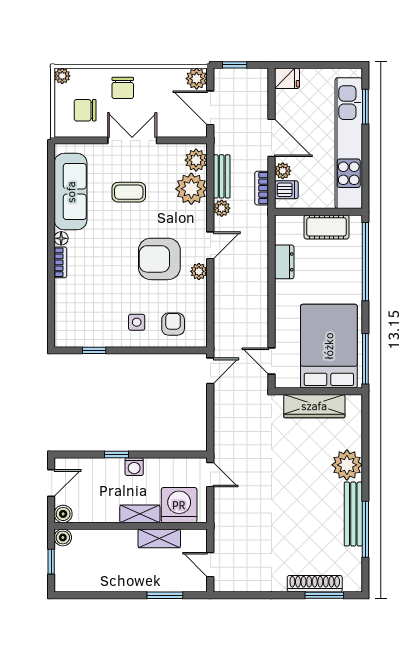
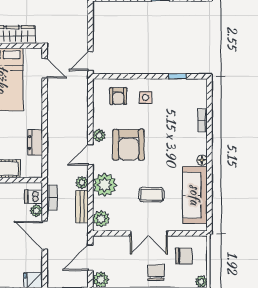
door: (210, 108) -> (90, 258), swing flipped
plant: (191, 189) -> (105, 185), moved
armchair: (159, 259) -> (129, 145), turned 90
bookcase: (60, 262) -> (203, 120), moved

